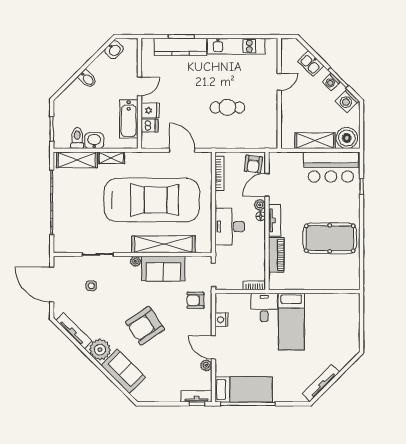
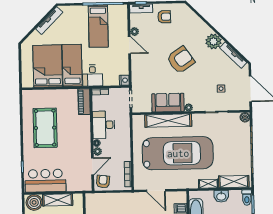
toilet: (77, 138) -> (247, 198), moved
car: (152, 200) -> (178, 153), turned 180
tv unit: (275, 220) -> (86, 140), removed
desk: (230, 227) -> (104, 125), moved, turned 180
pool table: (330, 238) -> (45, 128), turned 90
boiler: (60, 246) -> (245, 117), added
piano: (276, 255) -> (84, 102), moved
armchair: (195, 300) -> (164, 17), moved
nightstand: (221, 320) -> (124, 80), moved
bed: (324, 322) -> (48, 66), added
sofa: (123, 371) -> (196, 26), removed
bed: (244, 389) -> (98, 26), moved, turned -90

